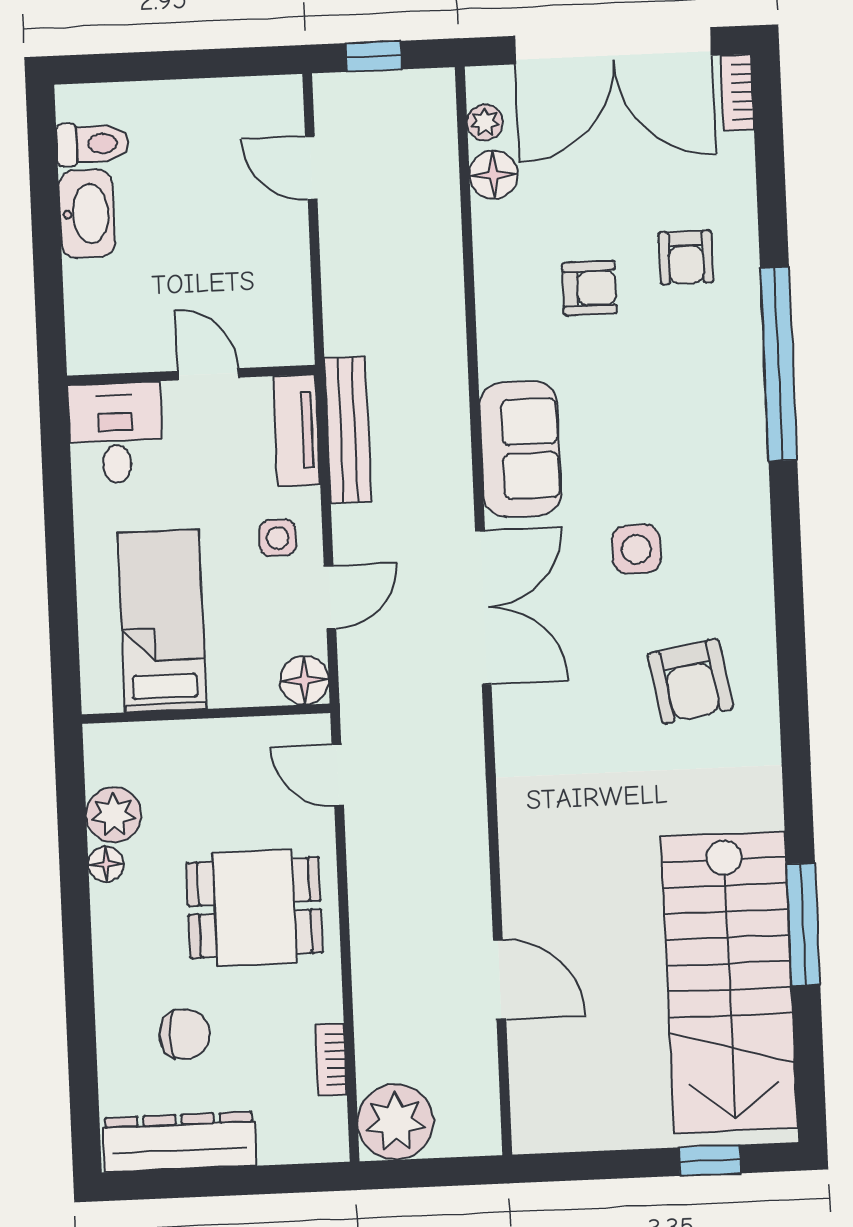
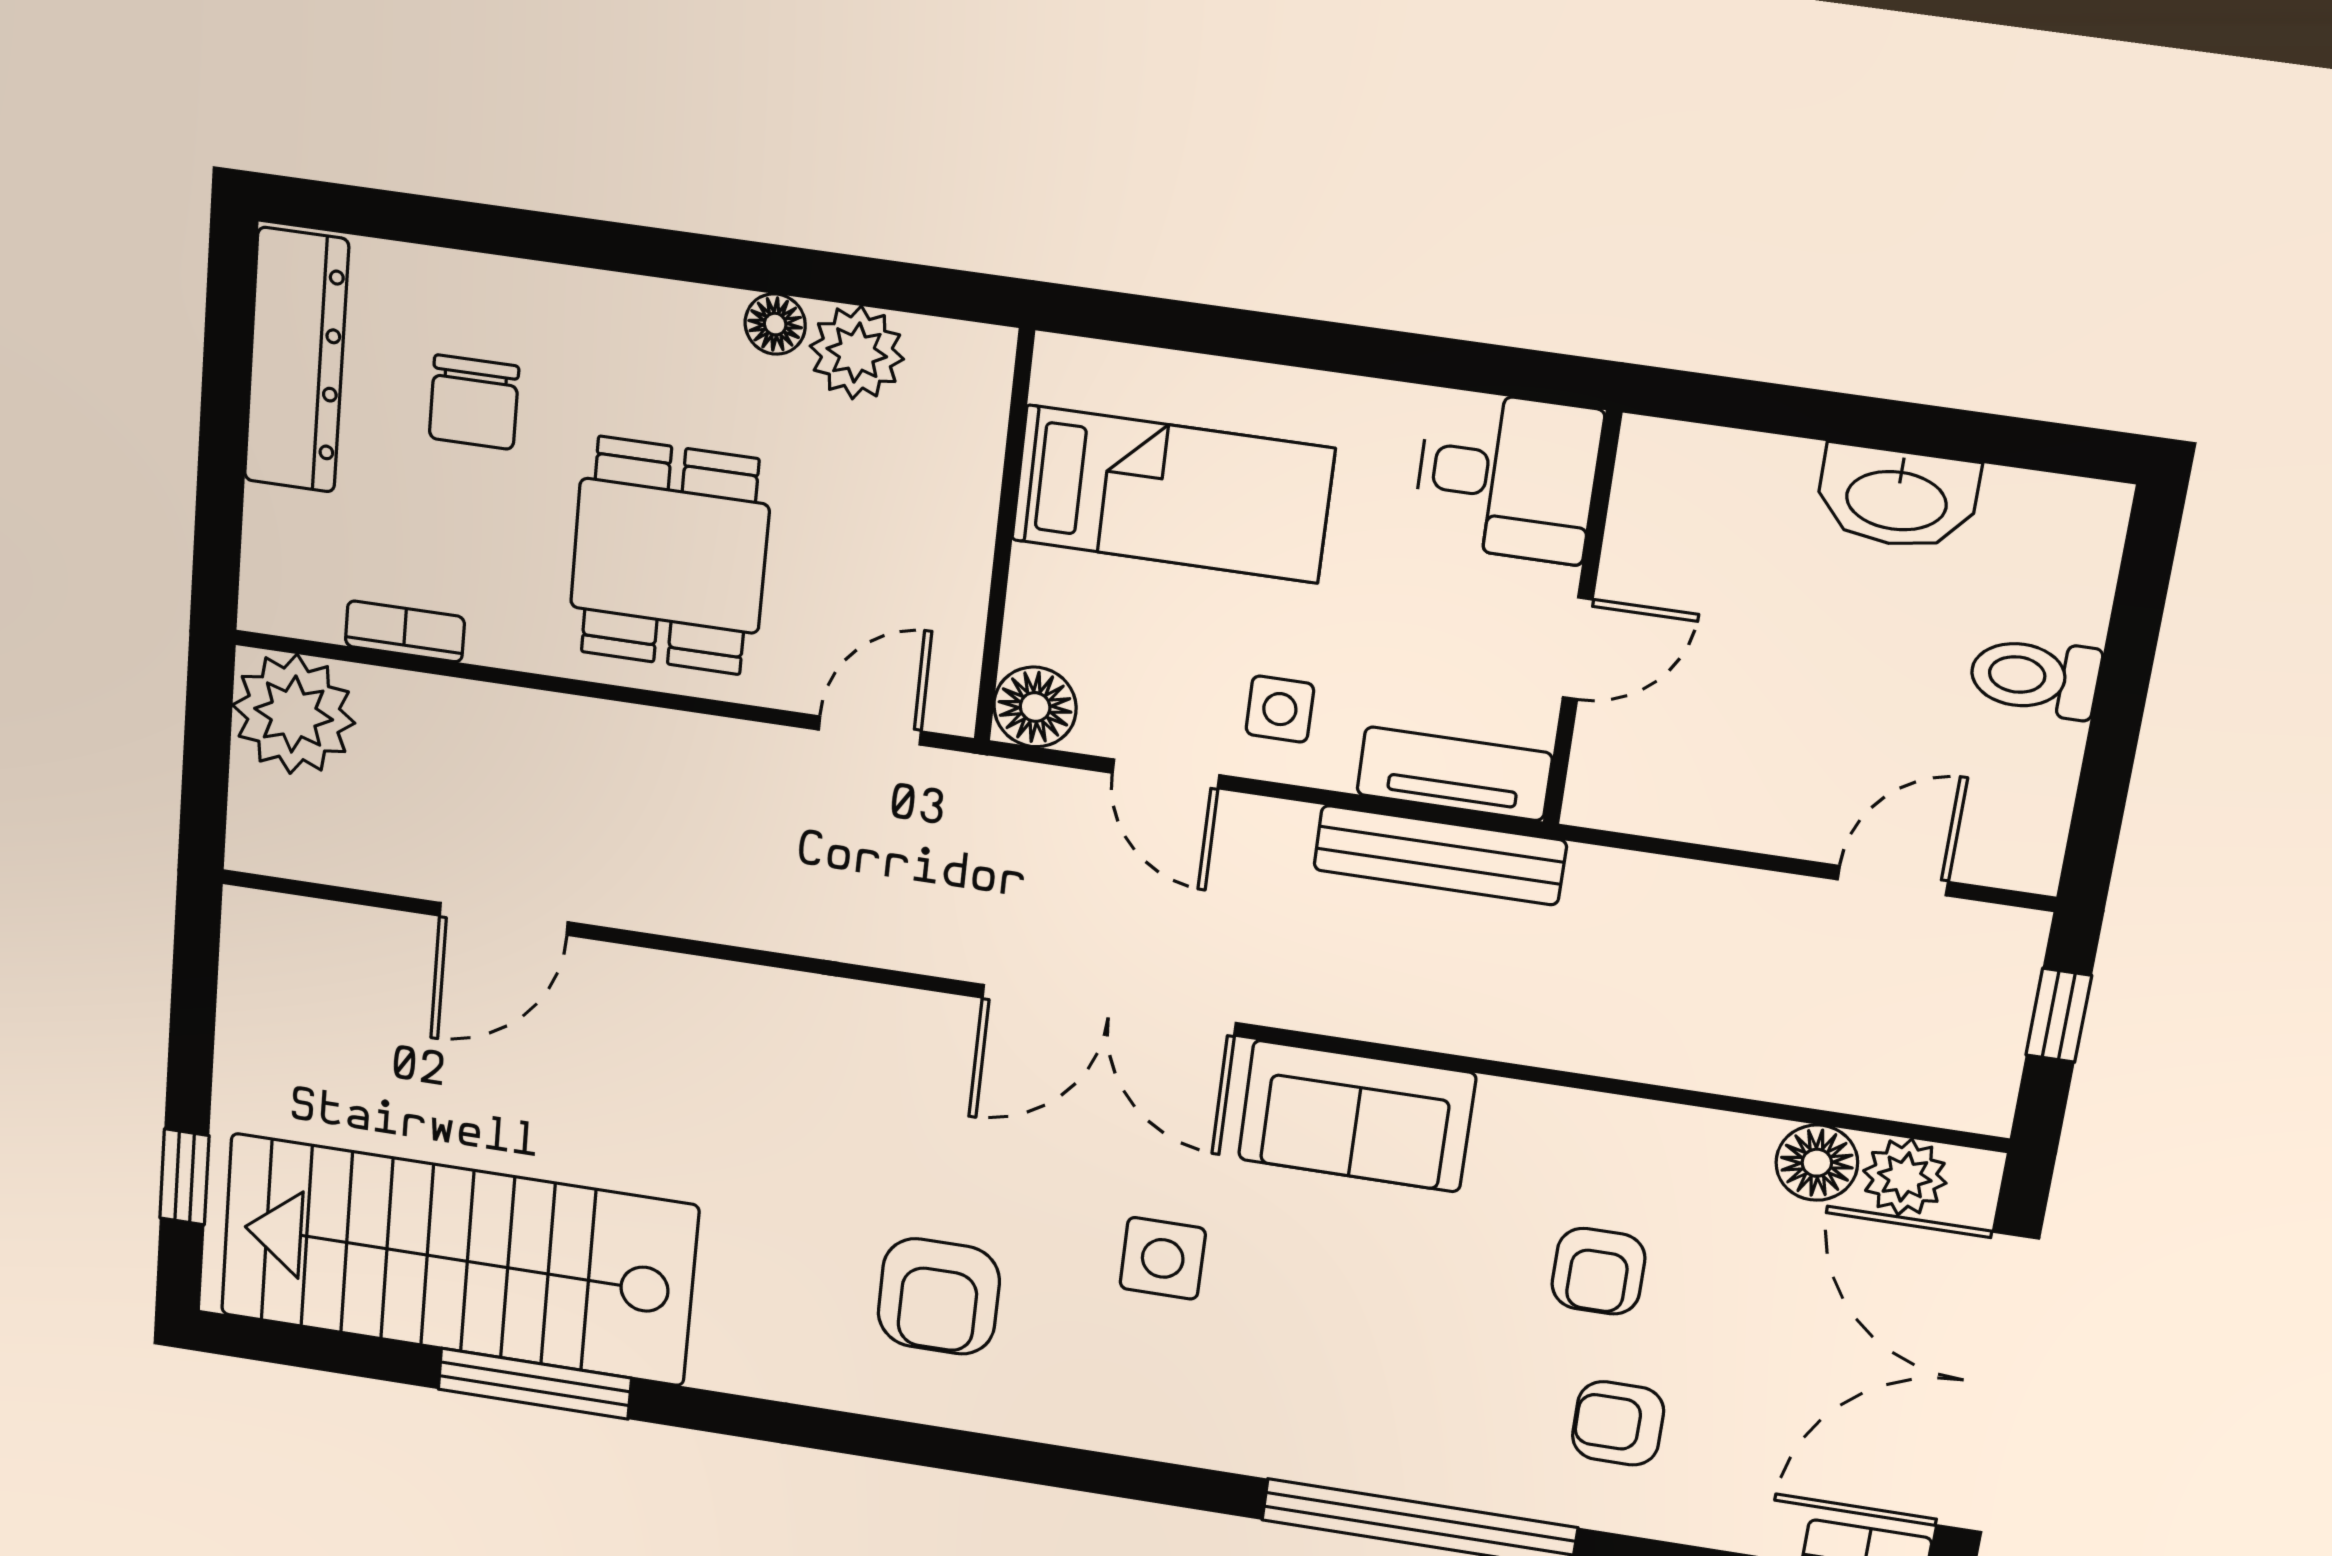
plant: (485, 122) -> (1905, 1177), width x1.38, depth x1.38
toilet: (93, 144) -> (2035, 677), moved, turned 90
armchair: (690, 681) -> (939, 1296), turned -80

